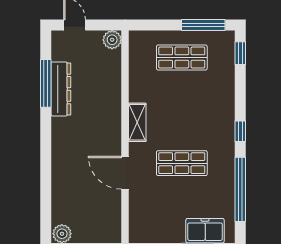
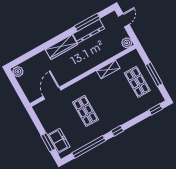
window: (203, 25) -> (154, 74), moved
shelving: (137, 122) -> (108, 69), moved
wardrobe: (62, 145) -> (61, 47), added
door: (125, 173) -> (52, 93), moved

